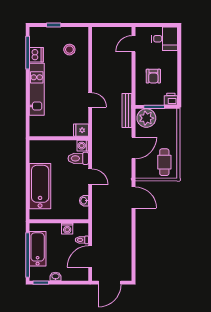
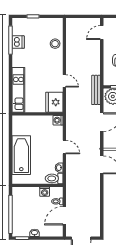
stool: (69, 50) -> (55, 44), moved
kitchen unit: (37, 89) -> (18, 90), moved
fridge: (81, 130) -> (54, 102), width x1.88, depth x1.34
toilet: (78, 158) -> (54, 178), moved
bathtub: (38, 249) -> (19, 209), removed

